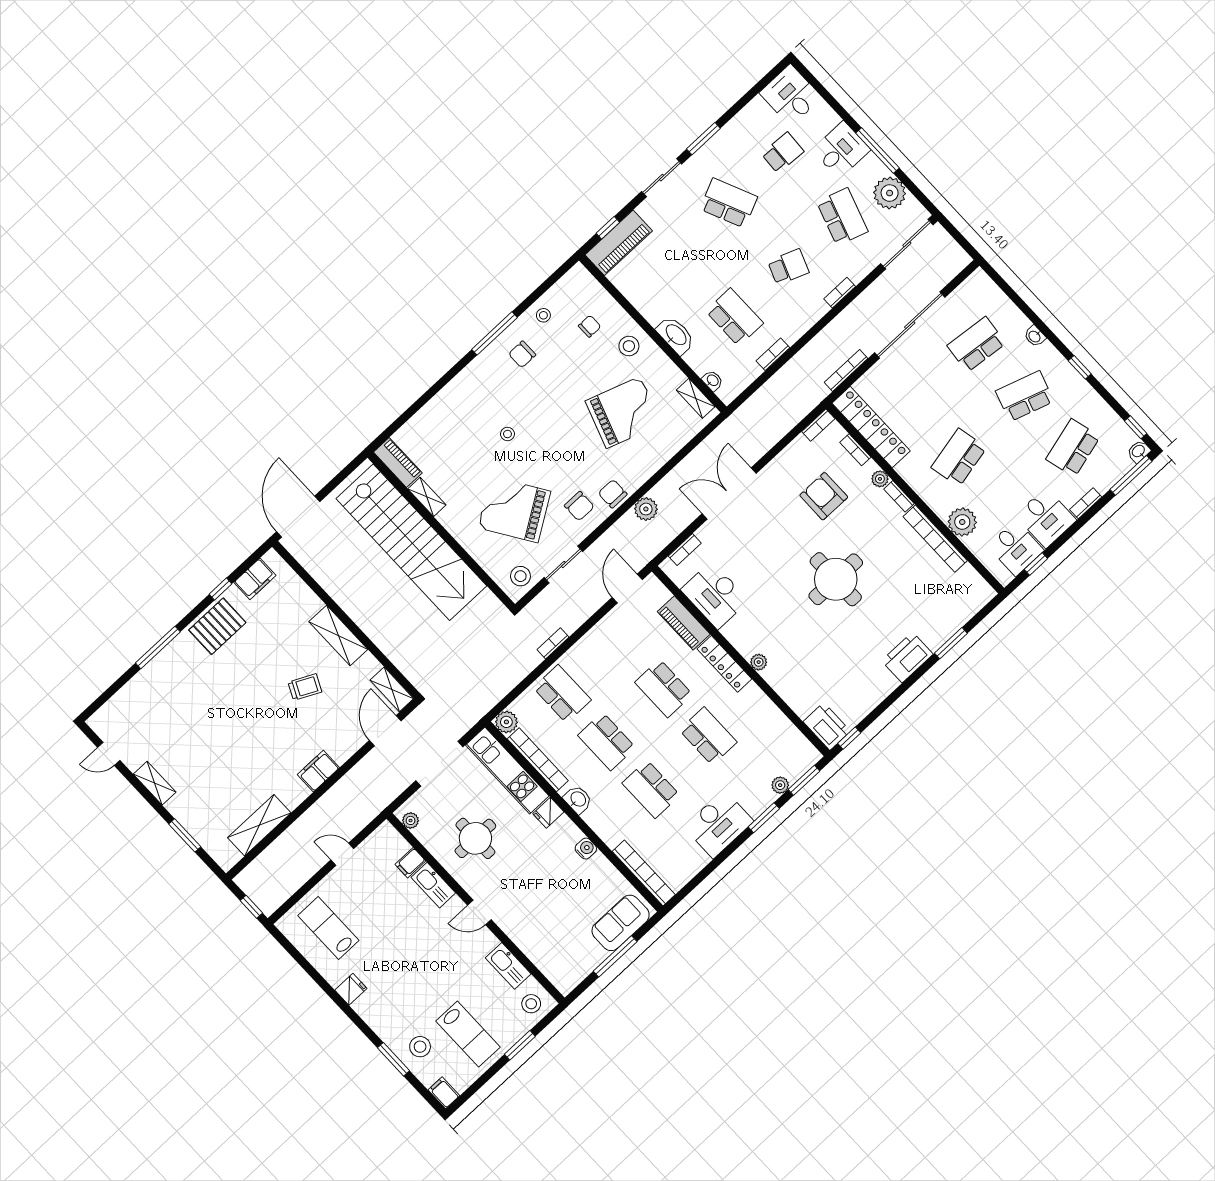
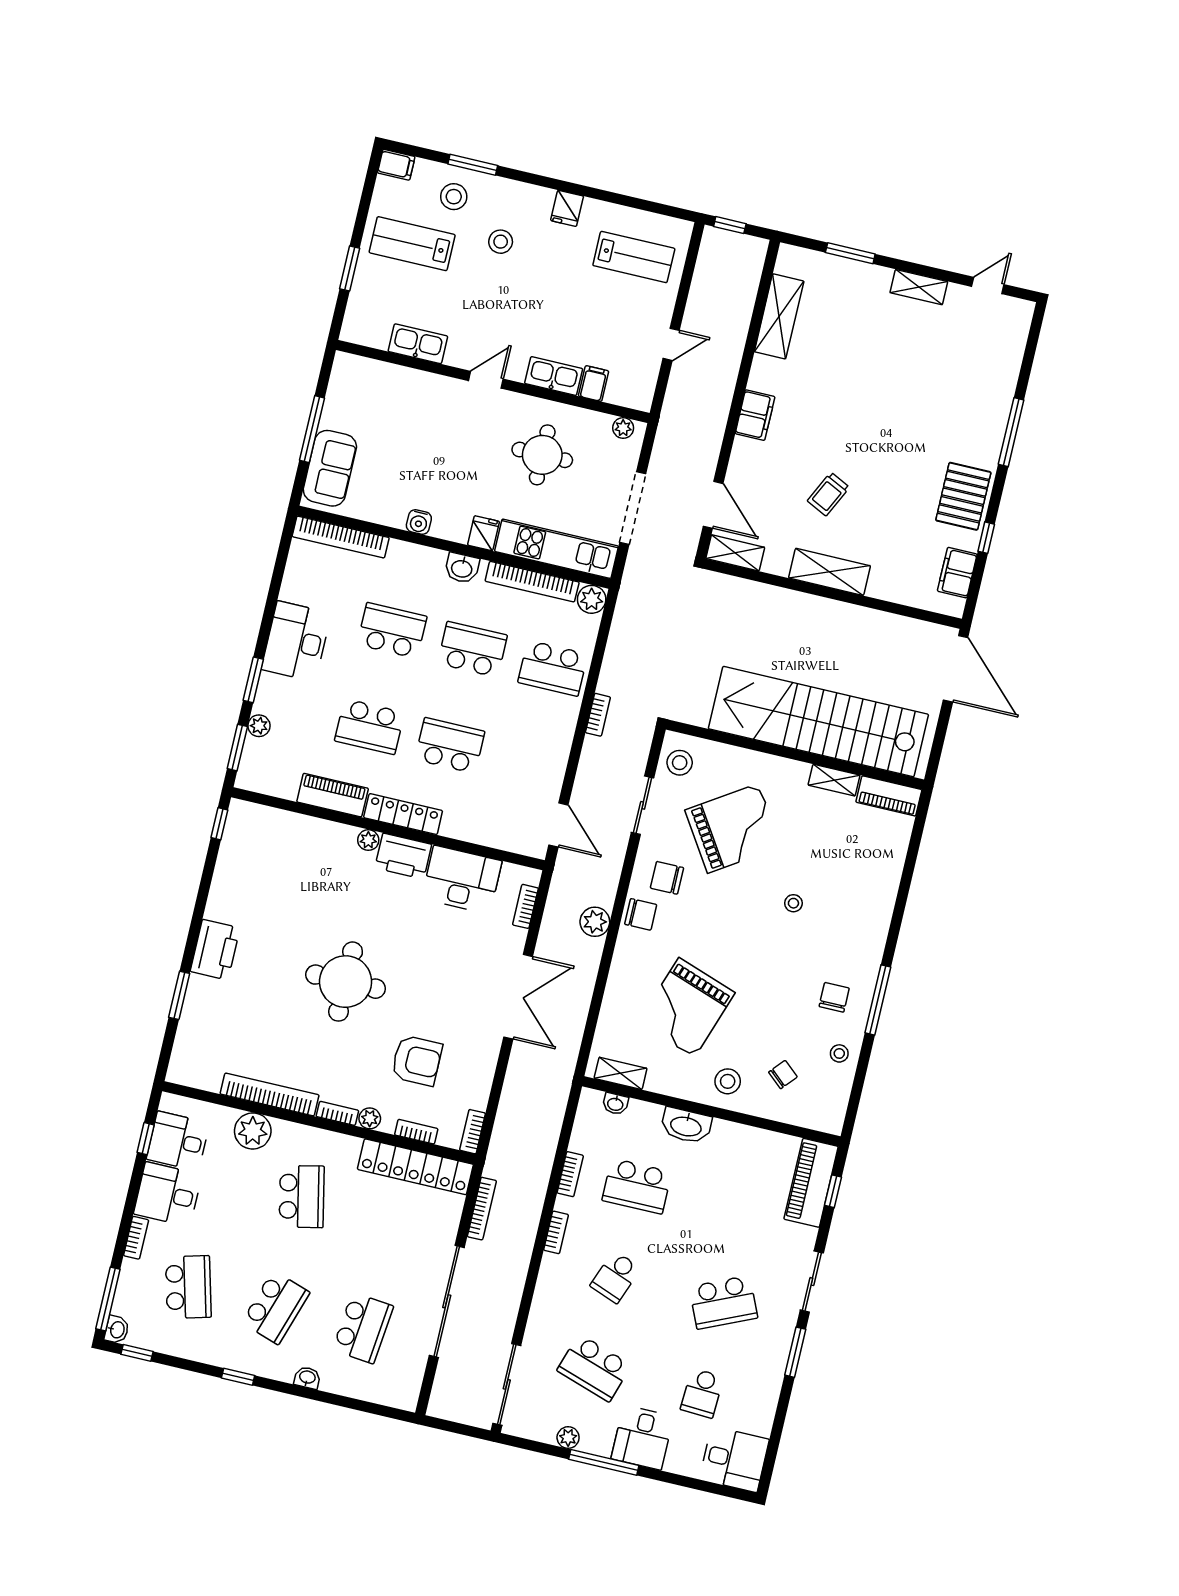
plant: (890, 193) -> (568, 1438), width x0.53, depth x0.53
bookcase: (840, 293) -> (556, 1232), moved
chair: (590, 326) -> (783, 1075), turned -139
piano: (684, 623) -> (333, 795), moved
printer: (827, 726) -> (403, 856), moved
stool: (531, 1004) -> (501, 242), moved

